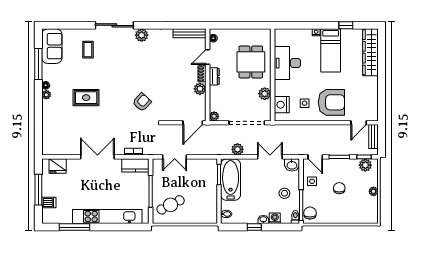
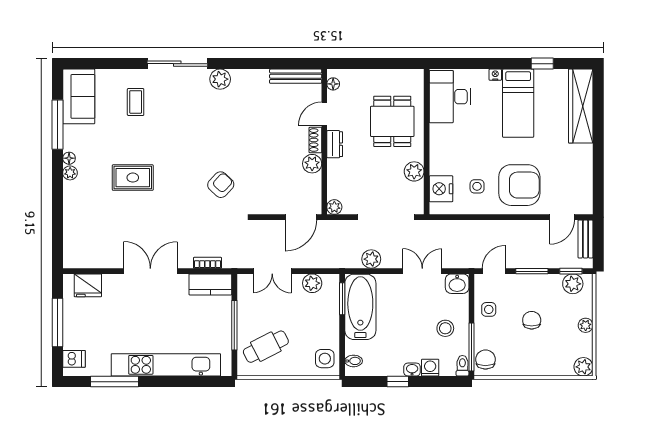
desk: (287, 63) -> (450, 97), moved
door: (315, 157) -> (494, 271), swing flipped
plant: (200, 165) -> (312, 283), added
dishwasher: (49, 203) -> (74, 359), moved
side table: (208, 212) -> (325, 359), added
plant: (372, 218) -> (583, 367), added

